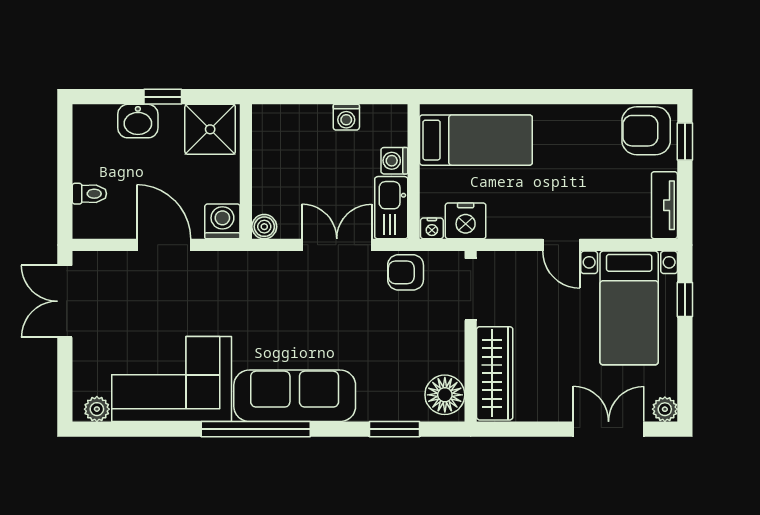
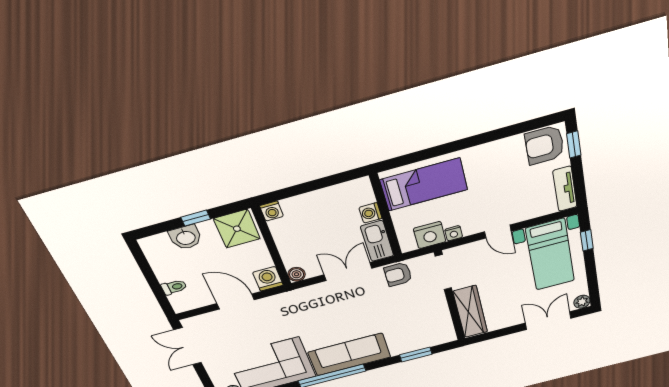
washing machine: (346, 117) -> (272, 211), moved
nightstand: (432, 228) -> (454, 233), moved
floor lamp: (445, 395) -> (442, 330), removed

